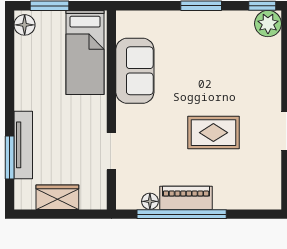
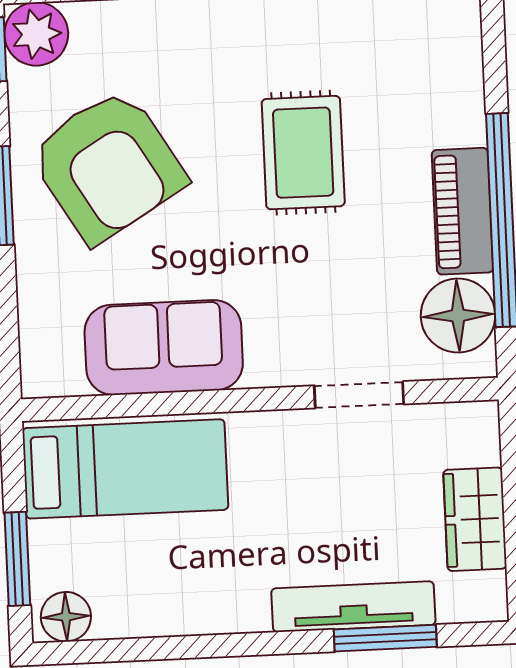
armchair: (212, 51) -> (108, 166), added
floor lamp: (150, 201) -> (458, 316), width x1.89, depth x1.89

